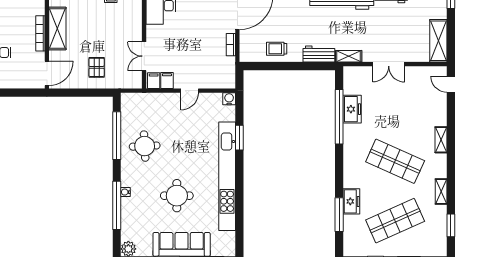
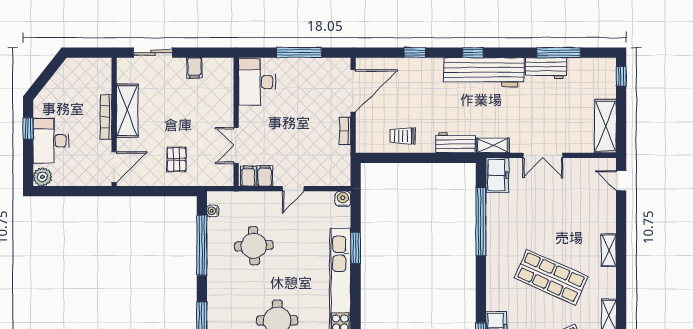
freezer: (352, 109) -> (497, 175), moved
round table: (145, 146) -> (254, 246), moved
water cooler: (125, 192) -> (213, 211), moved

